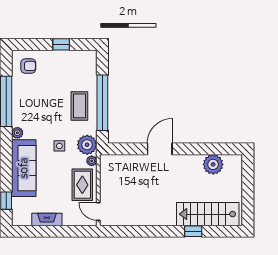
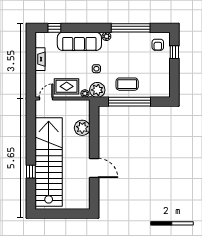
window: (61, 44) -> (174, 52), moved
door: (160, 149) -> (94, 168), moved
plant: (213, 164) -> (82, 128), moved
stairs: (208, 214) -> (49, 162), width x1.86, depth x1.51

